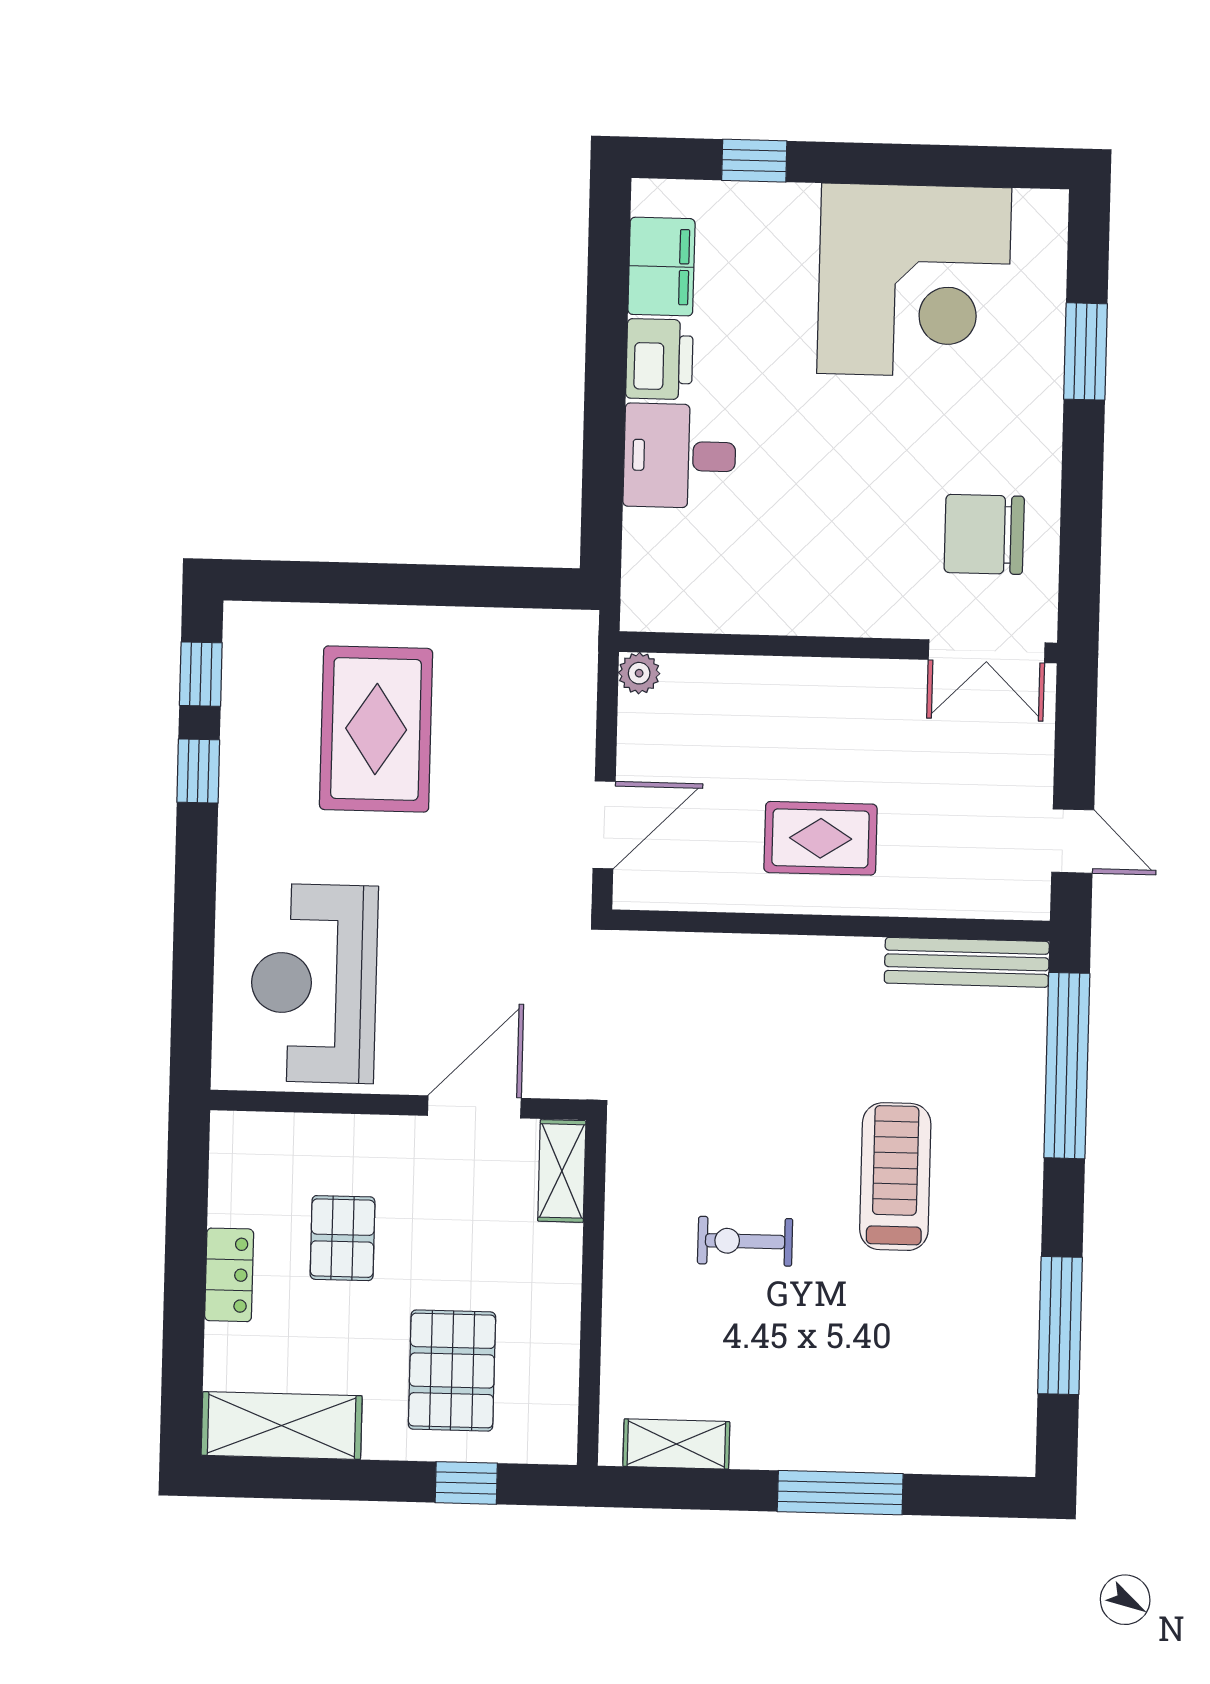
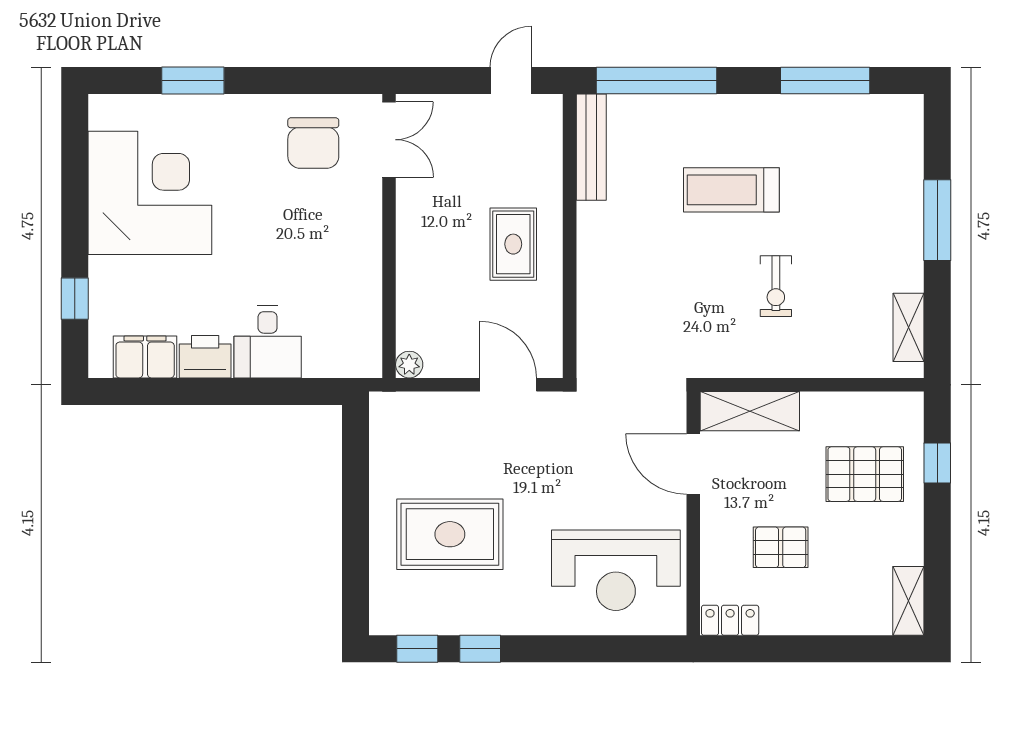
shelving: (562, 1171) -> (750, 411), width x1.50, depth x1.33
locker: (229, 1275) -> (730, 620), moved
shelving: (282, 1426) -> (908, 601), width x0.67, depth x0.75

